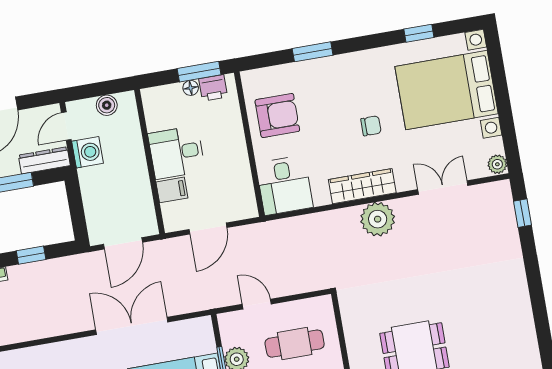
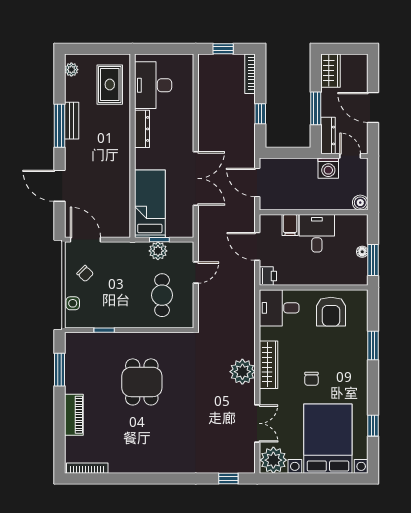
printer: (213, 88) -> (268, 276), moved, turned 180
boiler: (107, 105) -> (360, 203), moved
plant: (497, 164) -> (273, 460), width x1.87, depth x1.87

